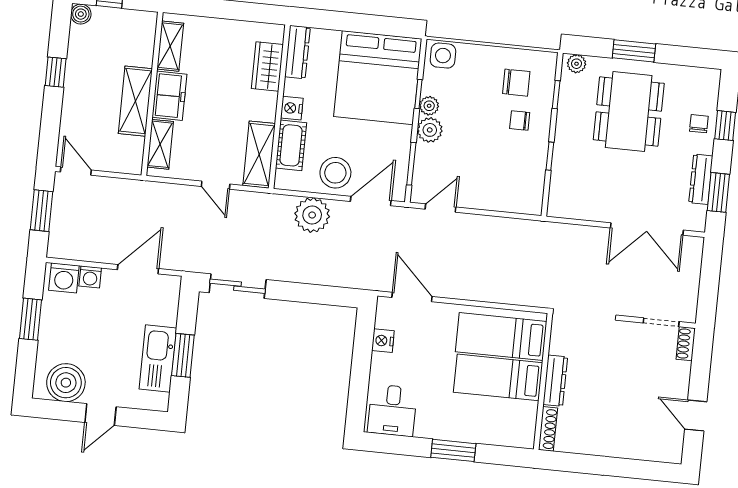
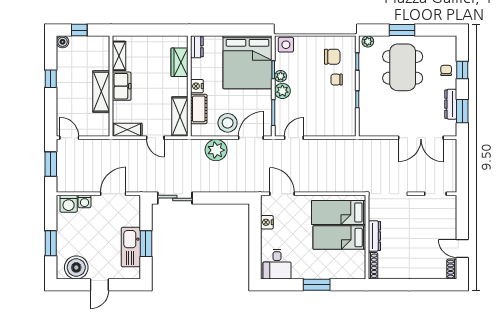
dresser: (297, 52) -> (197, 47), width x0.70
shelving: (160, 144) -> (127, 130), moved, turned 90
window: (31, 319) -> (51, 243), moved
shoe rack: (686, 344) -> (452, 269), moved

